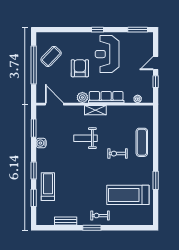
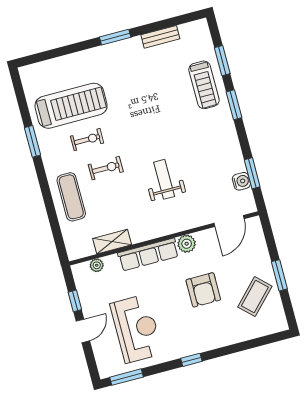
reception desk: (107, 54) -> (136, 329), moved
window: (34, 65) -> (279, 275), width x0.47
door: (54, 104) -> (229, 221), hinge flipped
shelving: (95, 110) -> (112, 242), moved
weight bench: (85, 138) -> (164, 179), turned -90
water cooler: (41, 143) -> (241, 181), moved
exercise bike: (100, 216) -> (87, 140), moved

